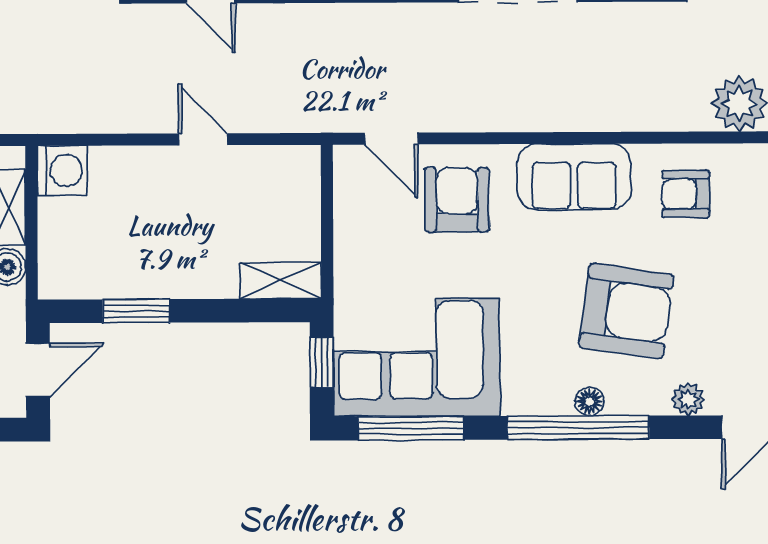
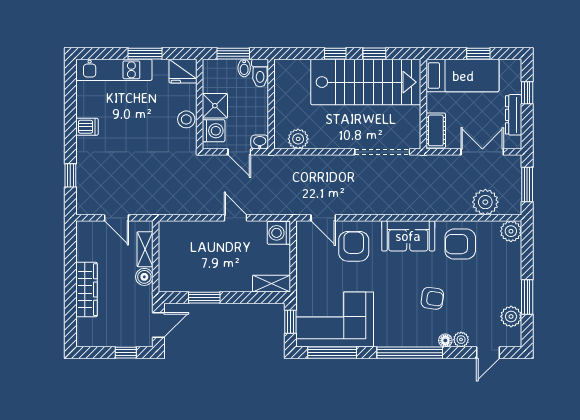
washing machine: (62, 171) -> (279, 233), moved, turned 180
armchair: (686, 194) -> (460, 244), width x1.38, depth x1.38
armchair: (626, 311) -> (432, 298), width x0.53, depth x0.53
floor lamp: (590, 402) -> (445, 340), moved

